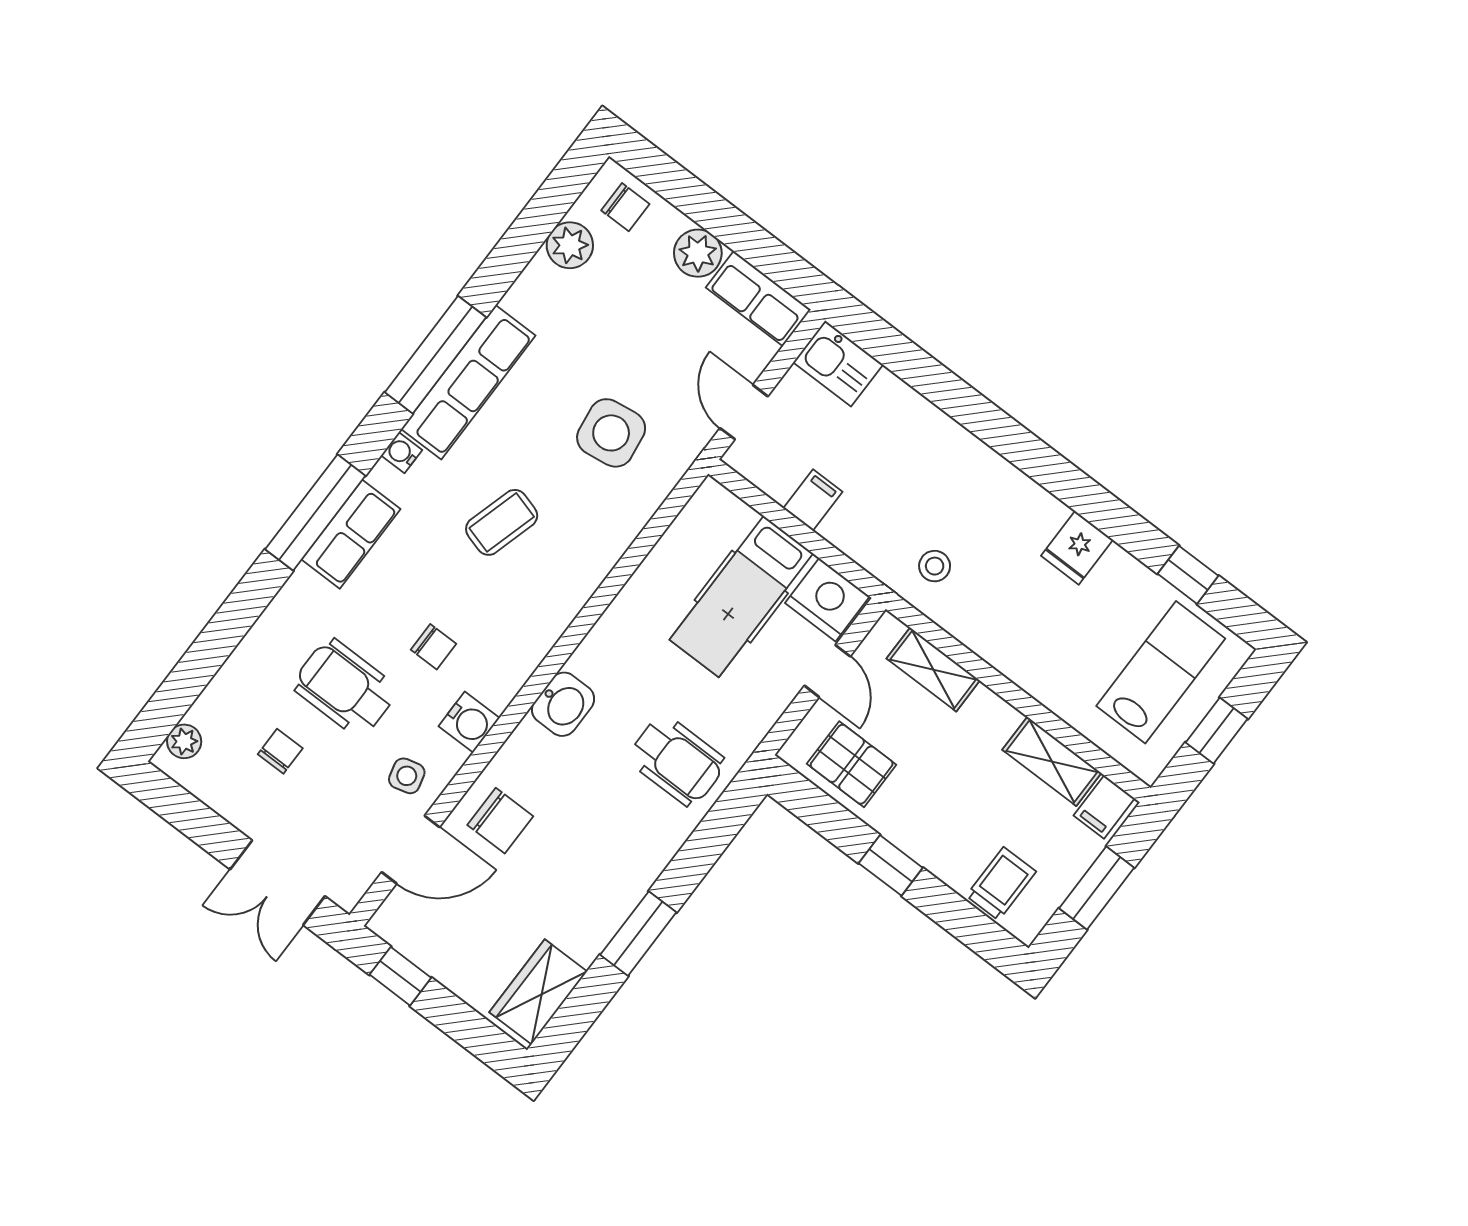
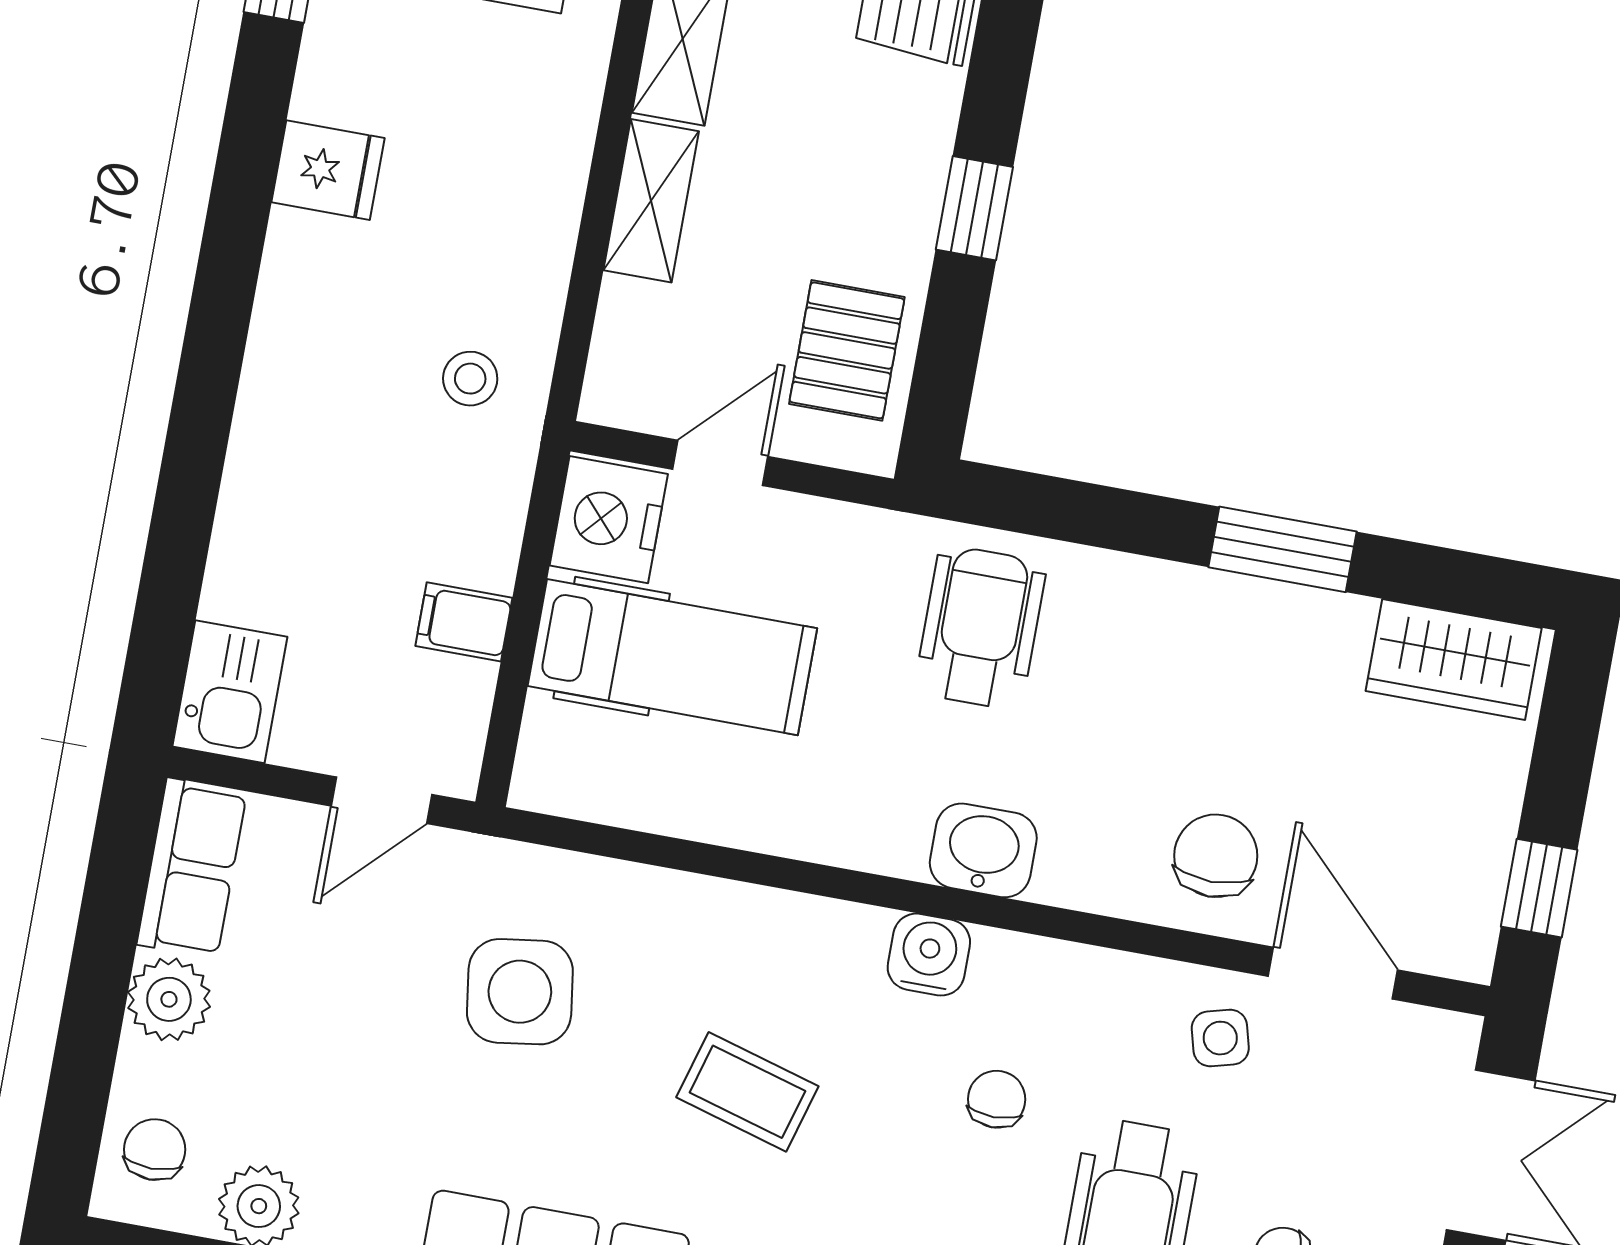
shelving: (933, 669) -> (651, 201), moved
water cooler: (469, 722) -> (929, 955), moved

